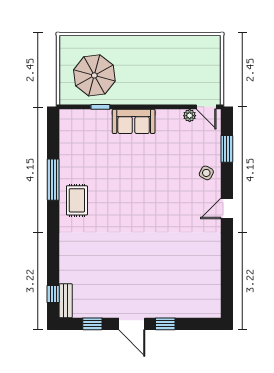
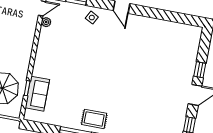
sofa: (134, 121) -> (37, 94), moved

